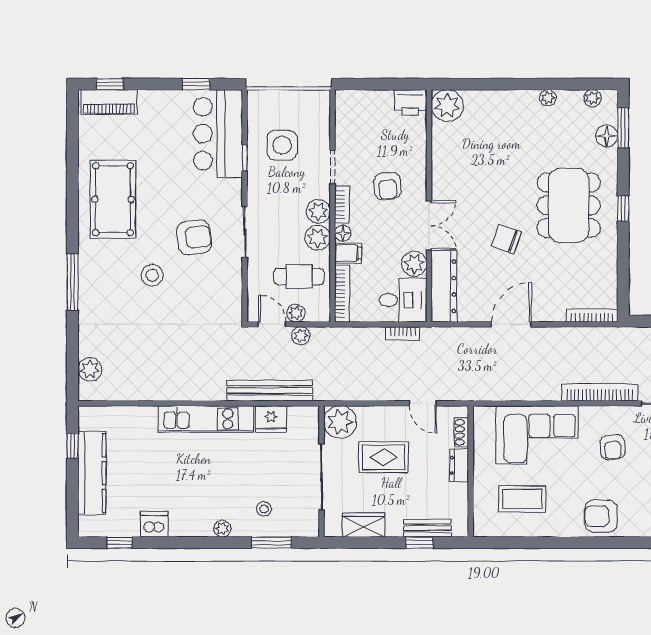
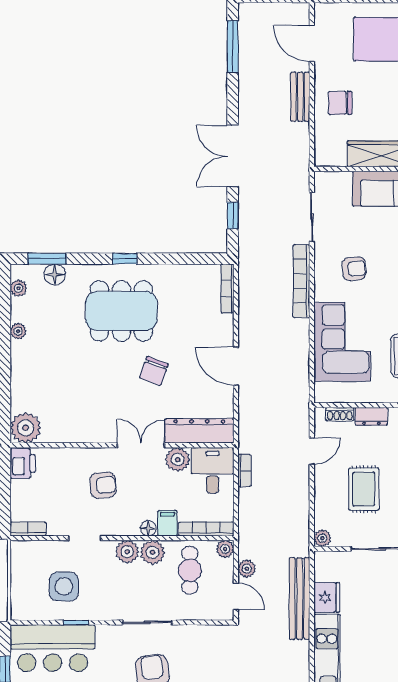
bookcase: (342, 205) -> (28, 529), moved
plant: (296, 313) -> (225, 549), moved
door: (272, 324) -> (236, 596), swing flipped
plant: (340, 422) -> (322, 538), width x0.53, depth x0.53

